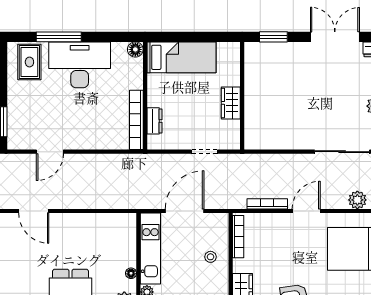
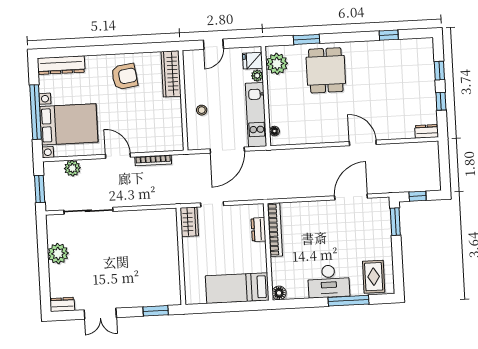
double door: (335, 37) -> (100, 314), width x0.73
desk: (80, 65) -> (329, 281), width x0.73, depth x0.77
wardrobe: (231, 103) -> (189, 222), moved
door: (50, 152) -> (351, 197), width x1.36
door: (306, 211) -> (118, 156), swing flipped
bookcase: (238, 237) -> (178, 130), removed
floor lamp: (131, 273) -> (274, 131), moved

